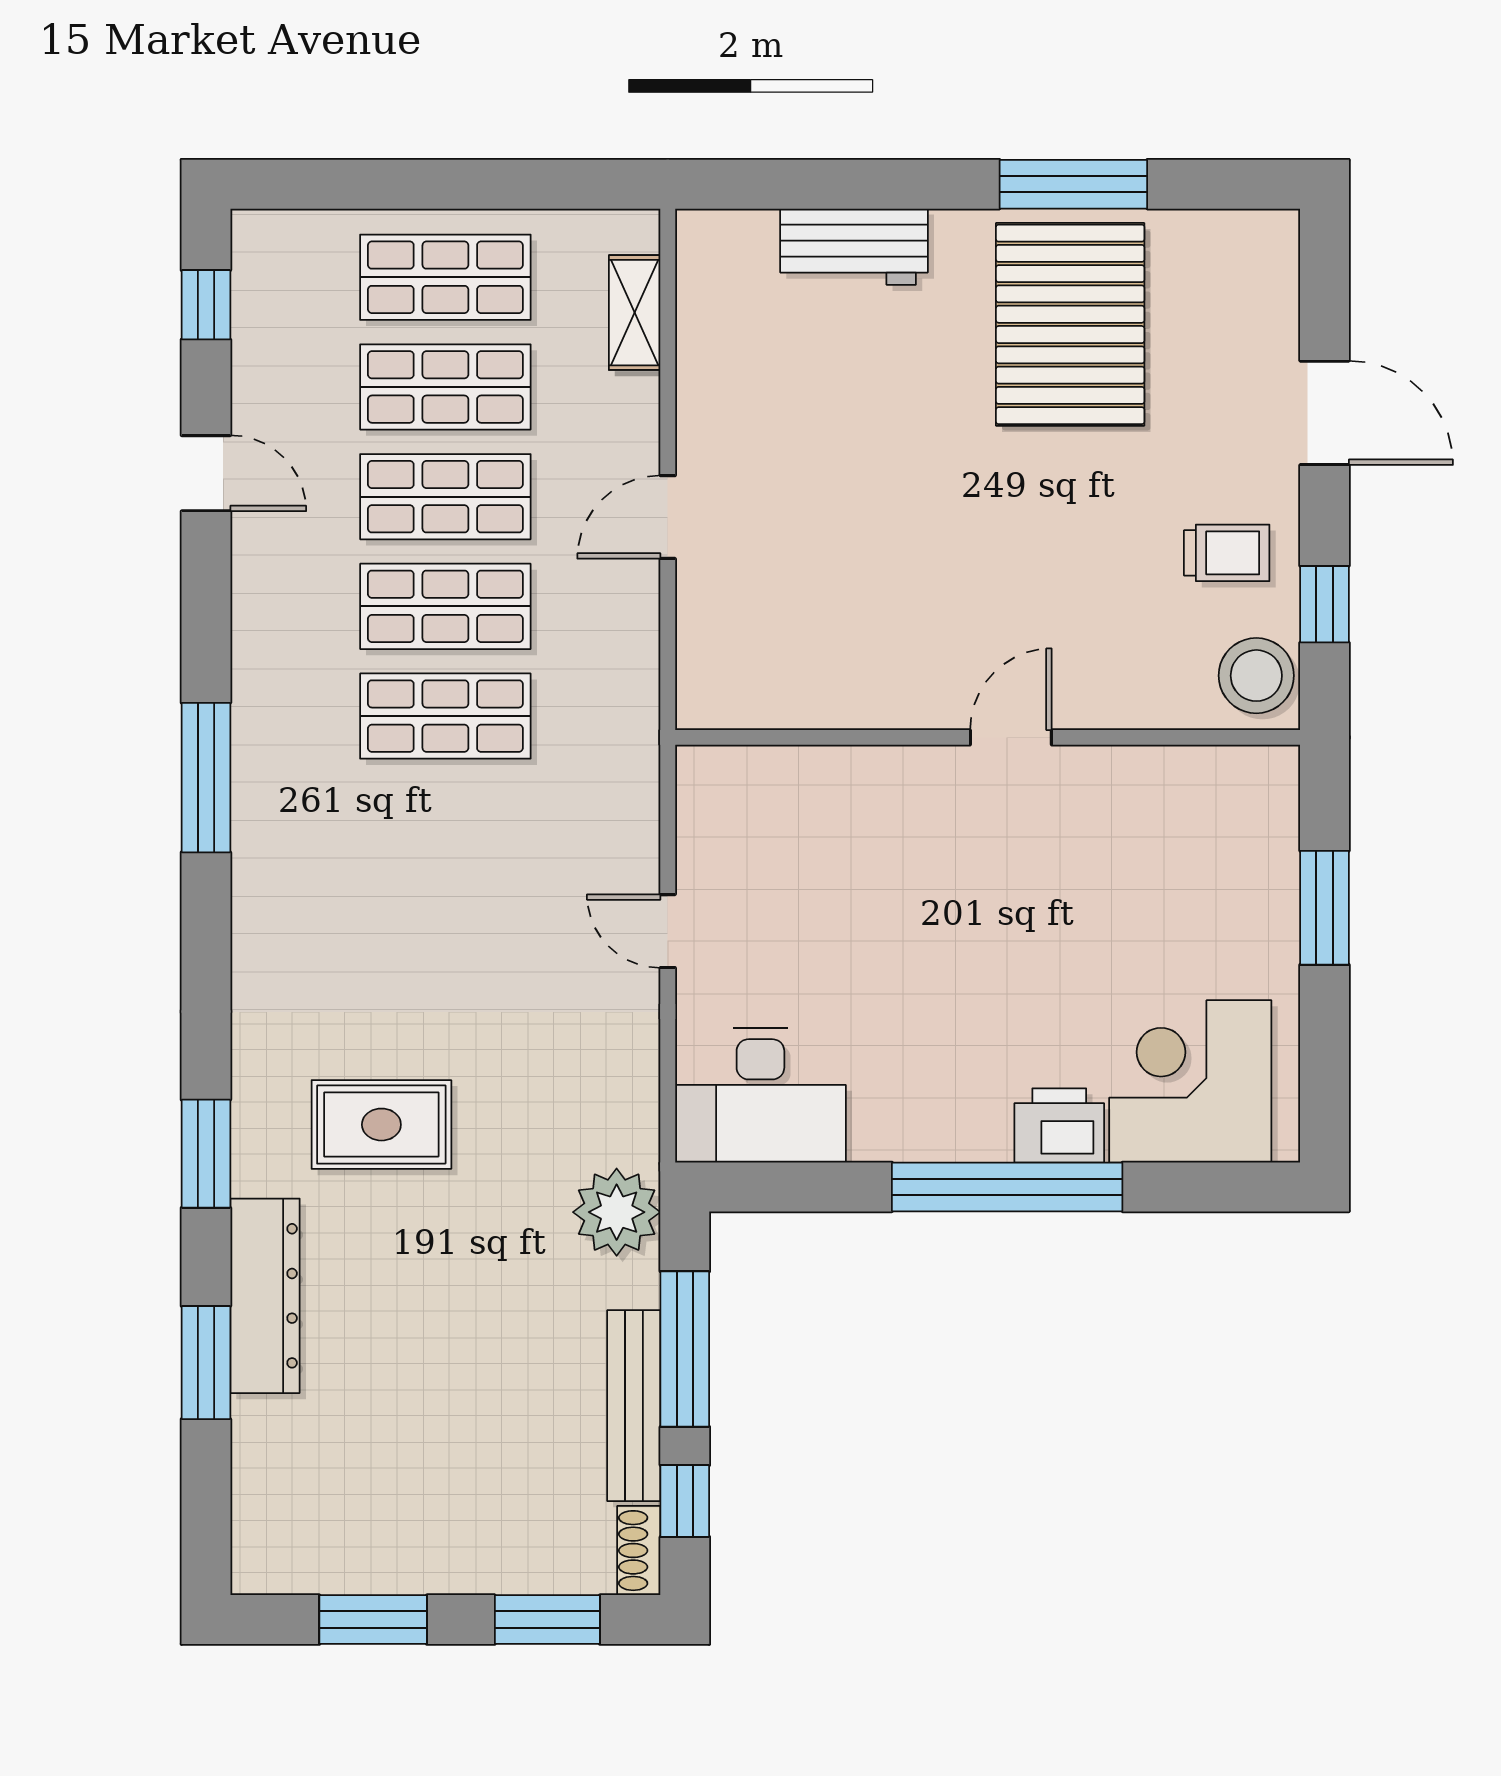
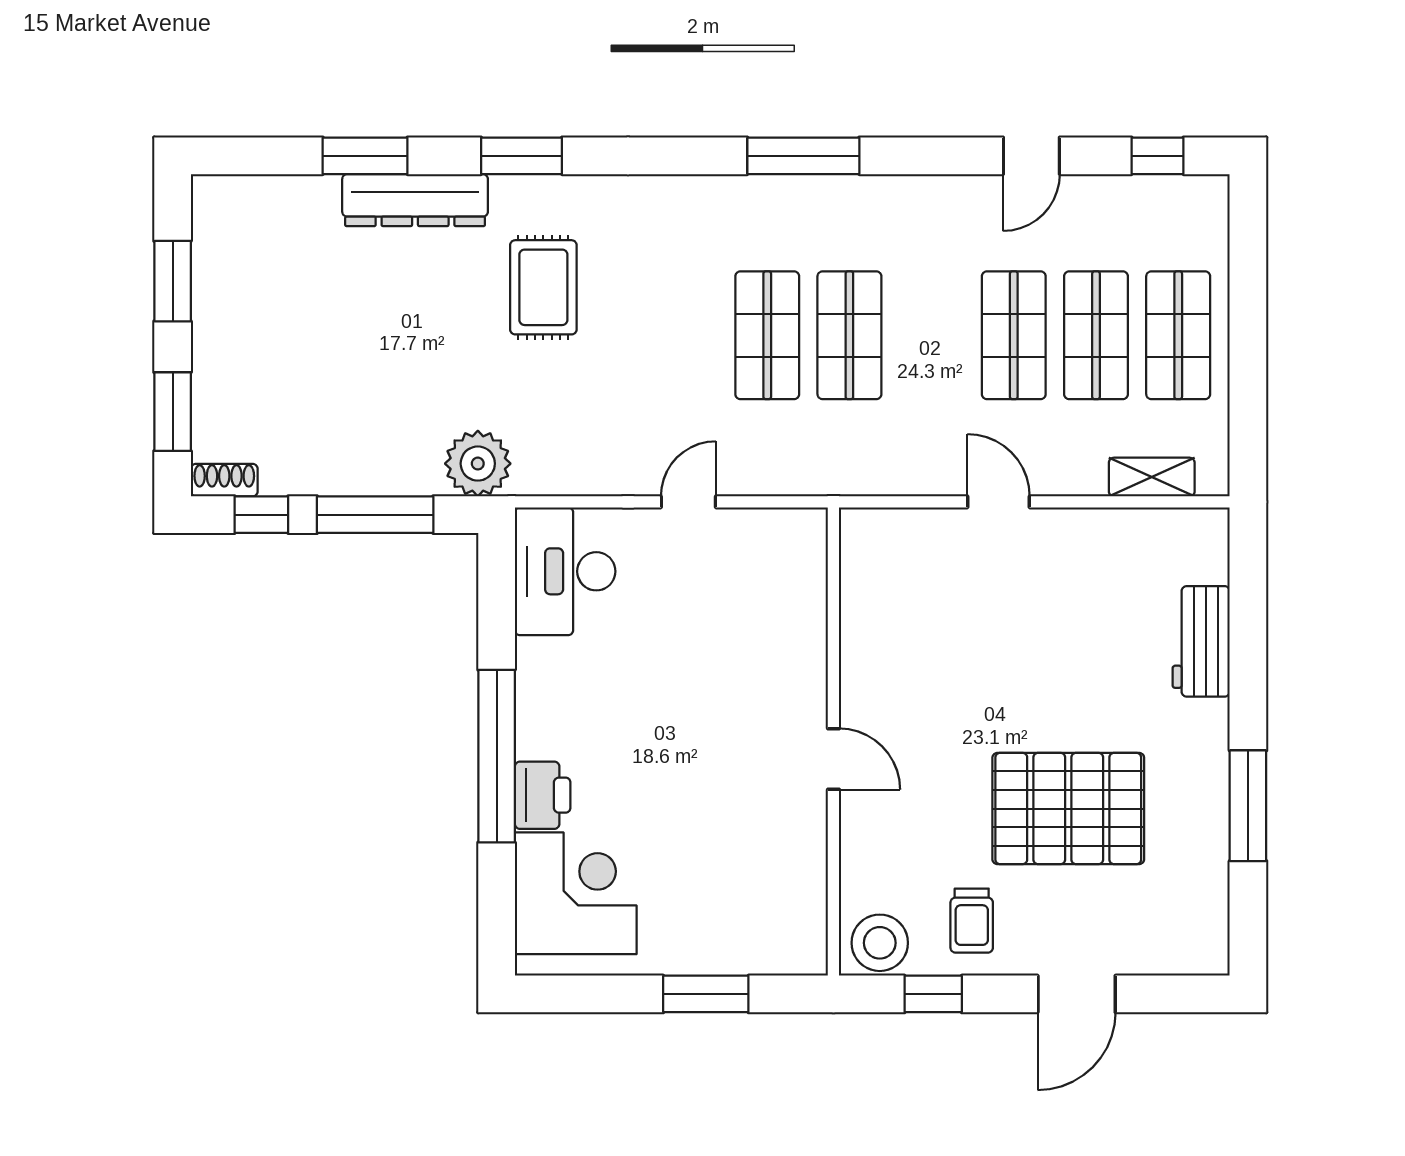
pallet: (1070, 324) -> (1068, 809), moved
shop shelf: (445, 606) -> (767, 335), moved
bench: (634, 1406) -> (333, 476), removed

